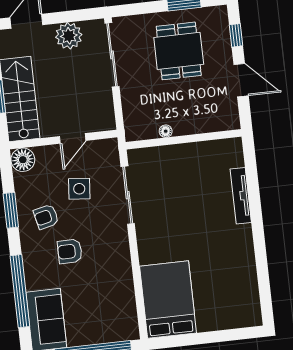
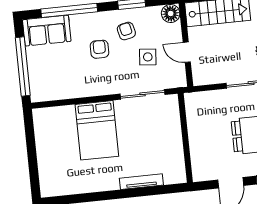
floor lamp: (166, 131) -> (192, 124), removed
bed: (168, 300) -> (97, 130), moved, turned 90

